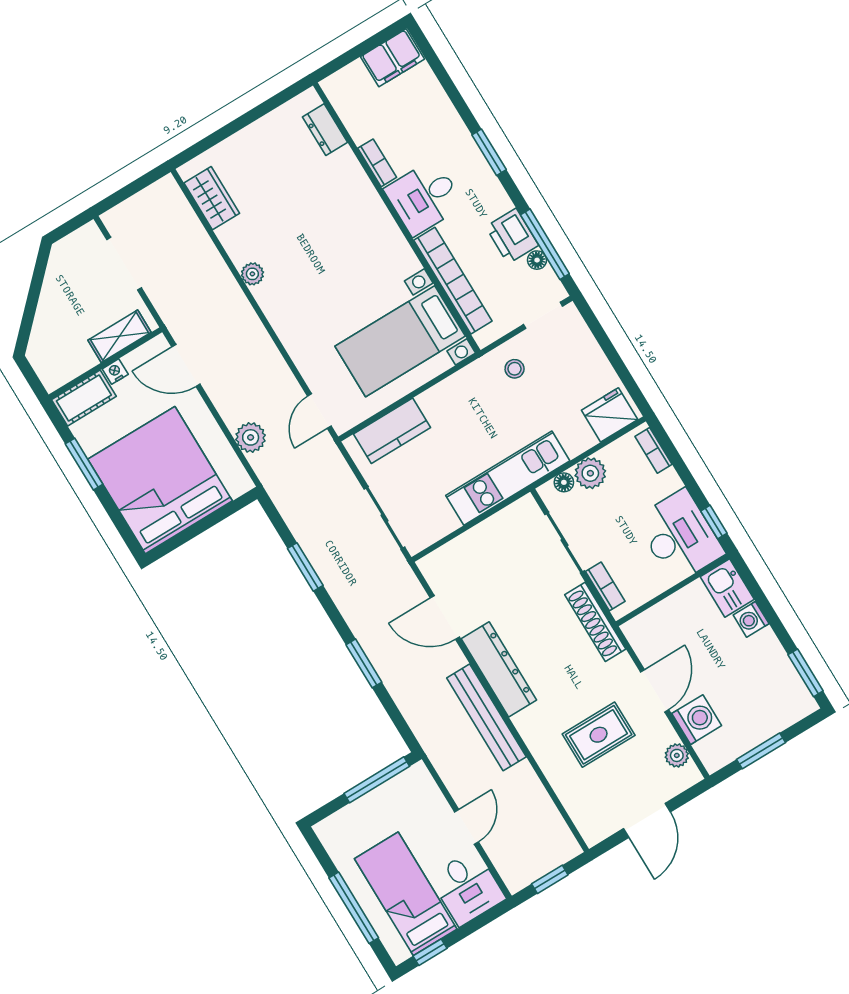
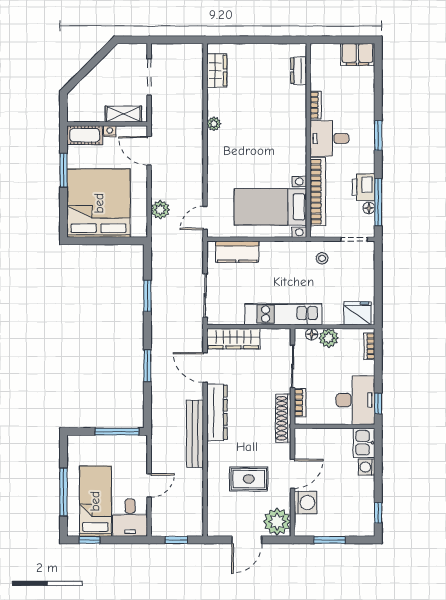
wardrobe: (460, 554) -> (233, 339), added
window: (806, 673) -> (378, 513), width x0.67
plant: (677, 755) -> (277, 522), width x1.87, depth x1.87

